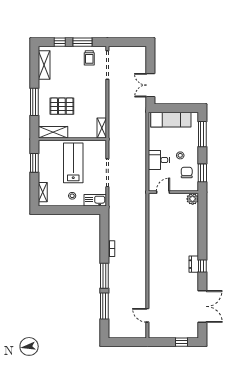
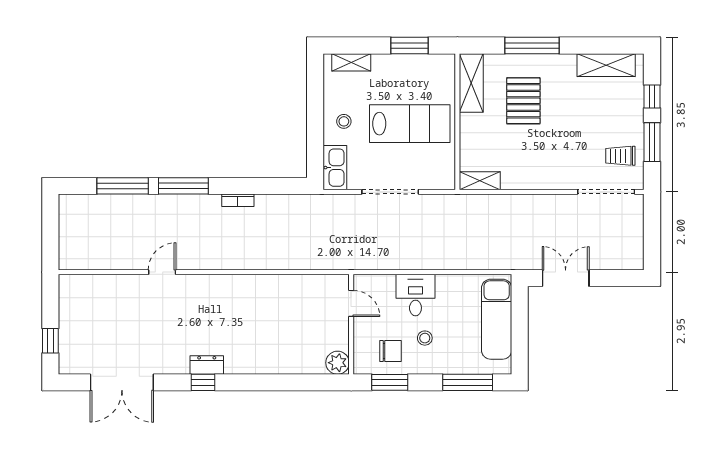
door: (147, 315) -> (162, 272), moved

